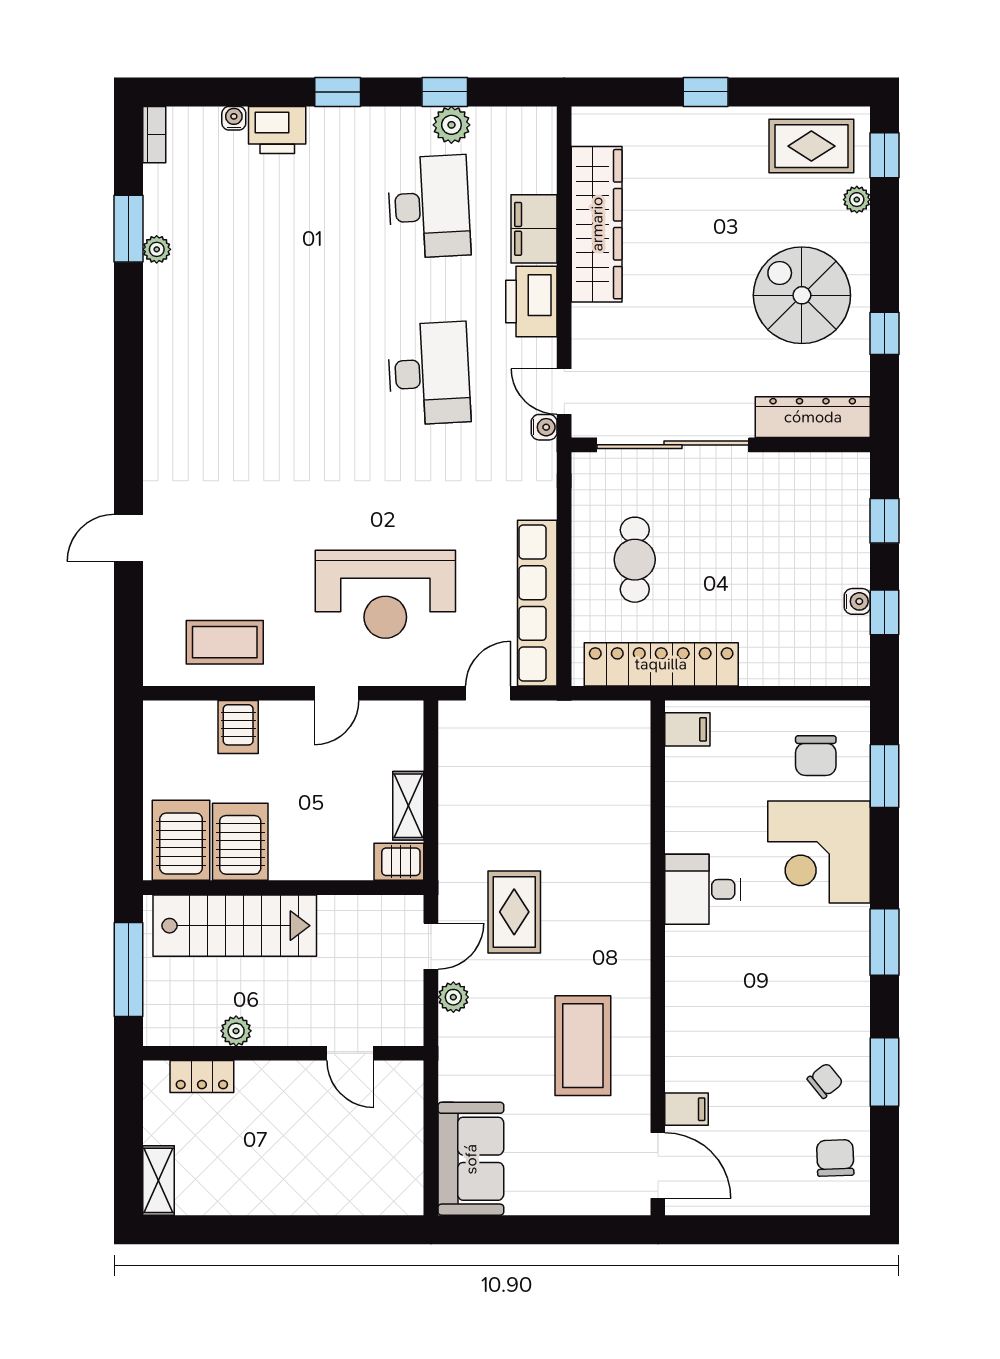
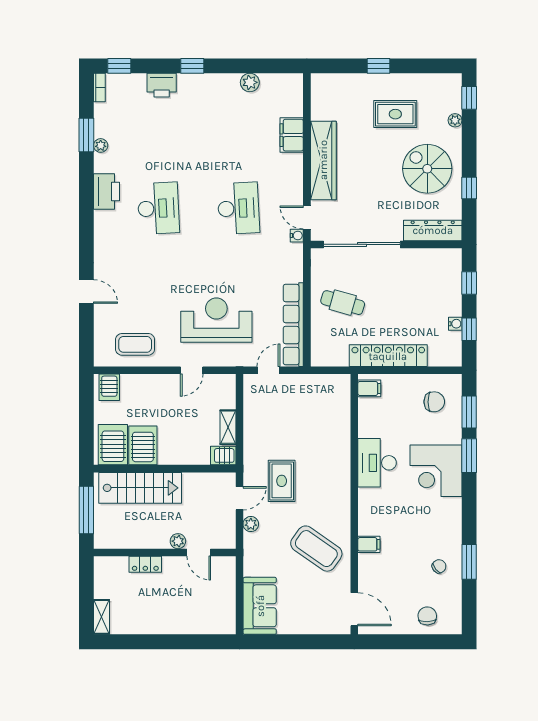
window: (445, 92) -> (119, 66), moved
water cooler: (234, 118) -> (140, 79), removed
rug: (811, 146) -> (395, 114), moved
desk: (429, 207) -> (158, 208), moved
wardrobe: (597, 224) -> (323, 160), moved
printer: (531, 301) -> (107, 192), moved, turned 180
door: (128, 538) -> (86, 292), swing flipped
cafe table: (635, 560) -> (343, 303), turned -74
reception desk: (385, 594) -> (216, 320), turned 180
locker: (661, 664) -> (388, 356), moved
server rack: (238, 727) -> (109, 387), moved
chair: (816, 756) -> (434, 402), turned -90
corner desk: (819, 852) -> (436, 471), moved
desk: (703, 889) -> (377, 463), width x1.37
window: (885, 942) -> (469, 456), moved
plant: (236, 1031) -> (178, 541), moved
coffee table: (583, 1046) -> (316, 549), turned -55
locker: (202, 1077) -> (145, 564), moved
filing cabinet: (687, 1109) -> (369, 544), moved
chair: (835, 1158) -> (427, 616), moved

